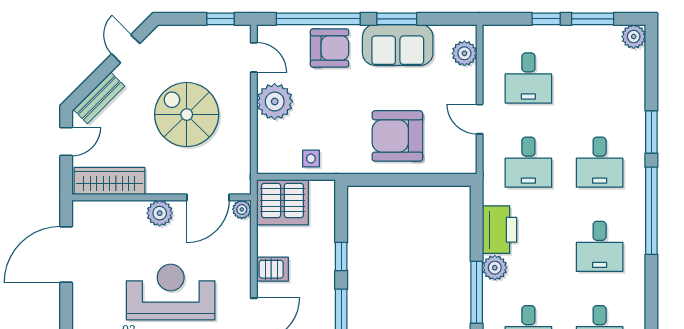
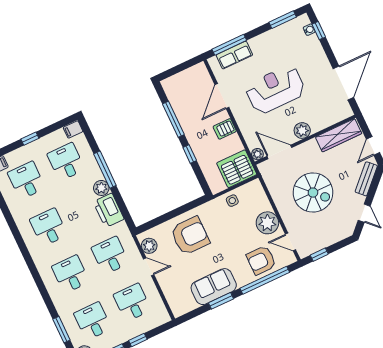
armchair: (330, 48) -> (261, 260), moved
plant: (464, 53) -> (149, 246), moved
desk: (600, 78) -> (93, 321), added
window: (651, 132) -> (61, 330), moved
door: (208, 197) -> (279, 152), hinge flipped
window: (651, 211) -> (29, 261), removed
reception desk: (171, 292) -> (275, 89), turned 180

